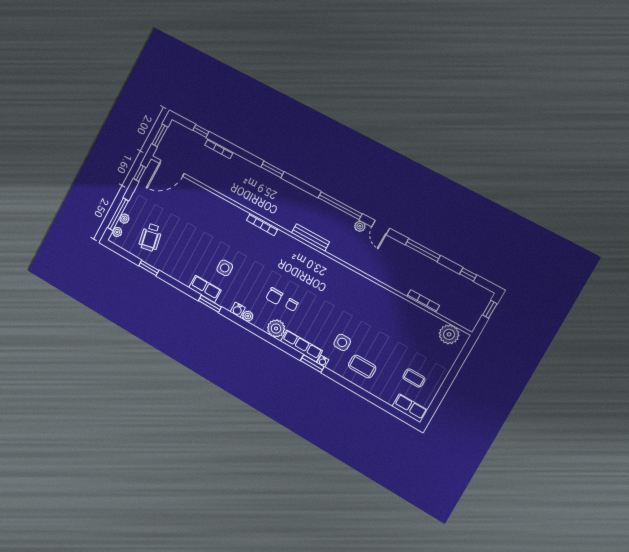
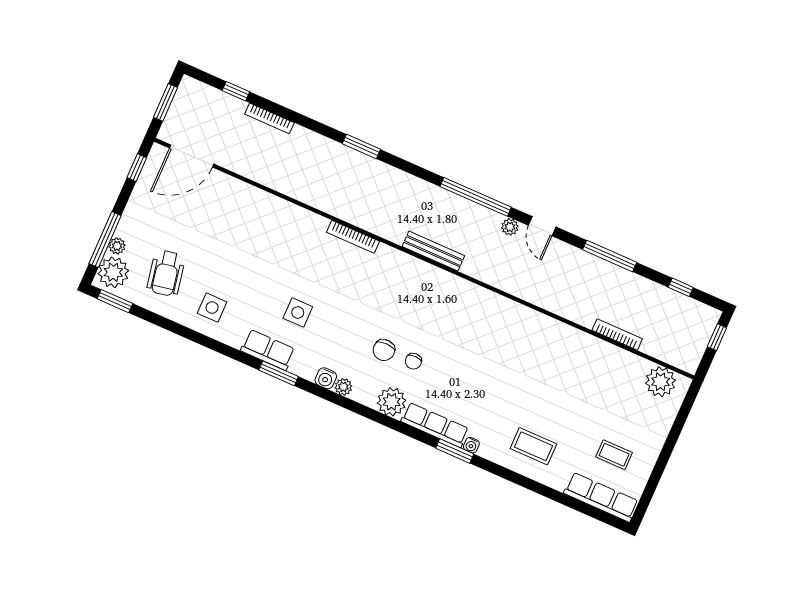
plant: (117, 232) -> (113, 272), width x1.87, depth x1.87
window: (149, 268) -> (115, 301), moved
side table: (342, 342) -> (212, 308), moved
row of seats: (410, 408) -> (601, 497), width x1.48

